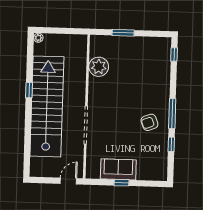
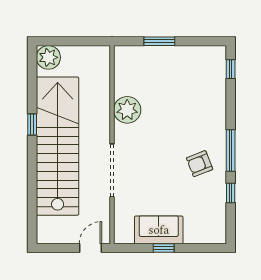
plant: (38, 38) -> (48, 57), width x1.88, depth x1.88
plant: (99, 67) -> (127, 110), moved

